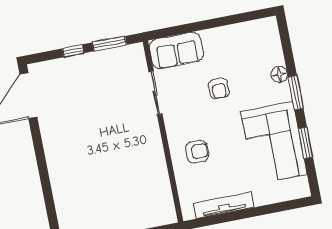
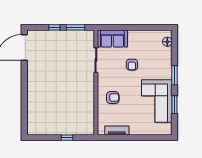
floor lamp: (279, 74) -> (167, 42), moved
tv unit: (224, 205) -> (117, 131), width x0.71

